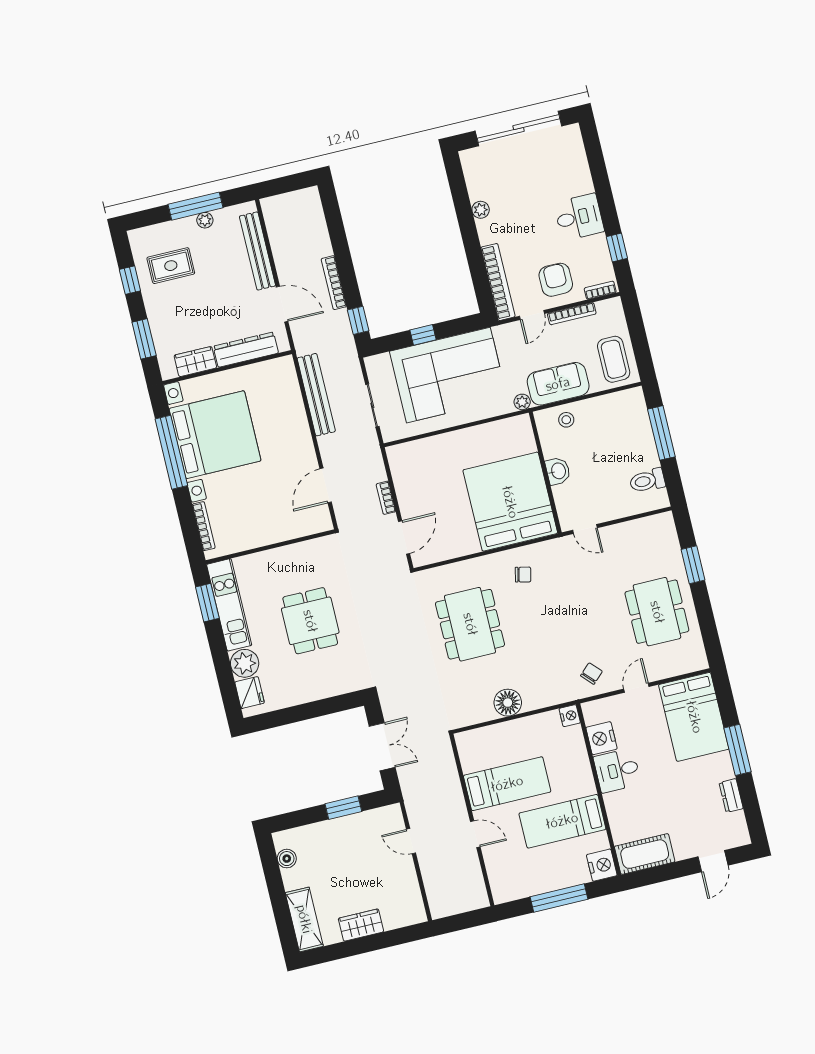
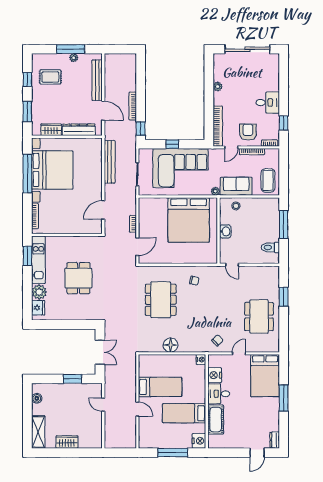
bed: (510, 502) -> (189, 220), moved, turned 180
dresser: (731, 796) -> (275, 440), moved
cot: (645, 854) -> (216, 420), moved, turned 90

